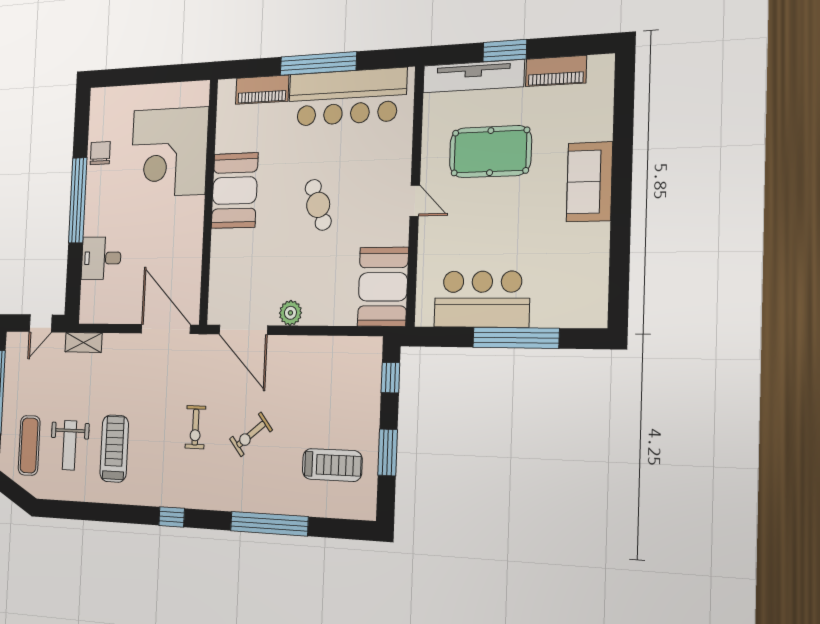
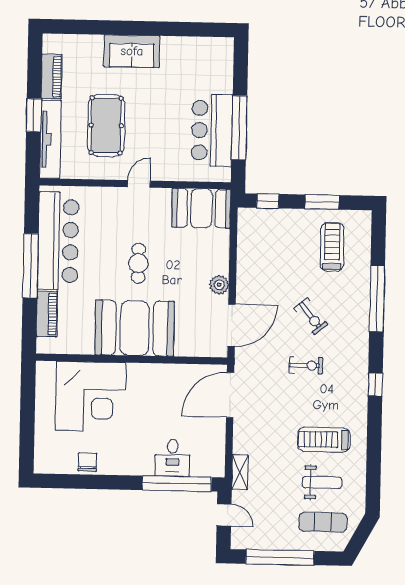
chair: (100, 153) -> (87, 462), turned 90
booth: (235, 191) -> (135, 328), width x1.36, depth x1.42
window: (78, 200) -> (177, 484), moved
cafe table: (318, 205) -> (138, 263), turned -70
window: (516, 338) -> (239, 128), moved

